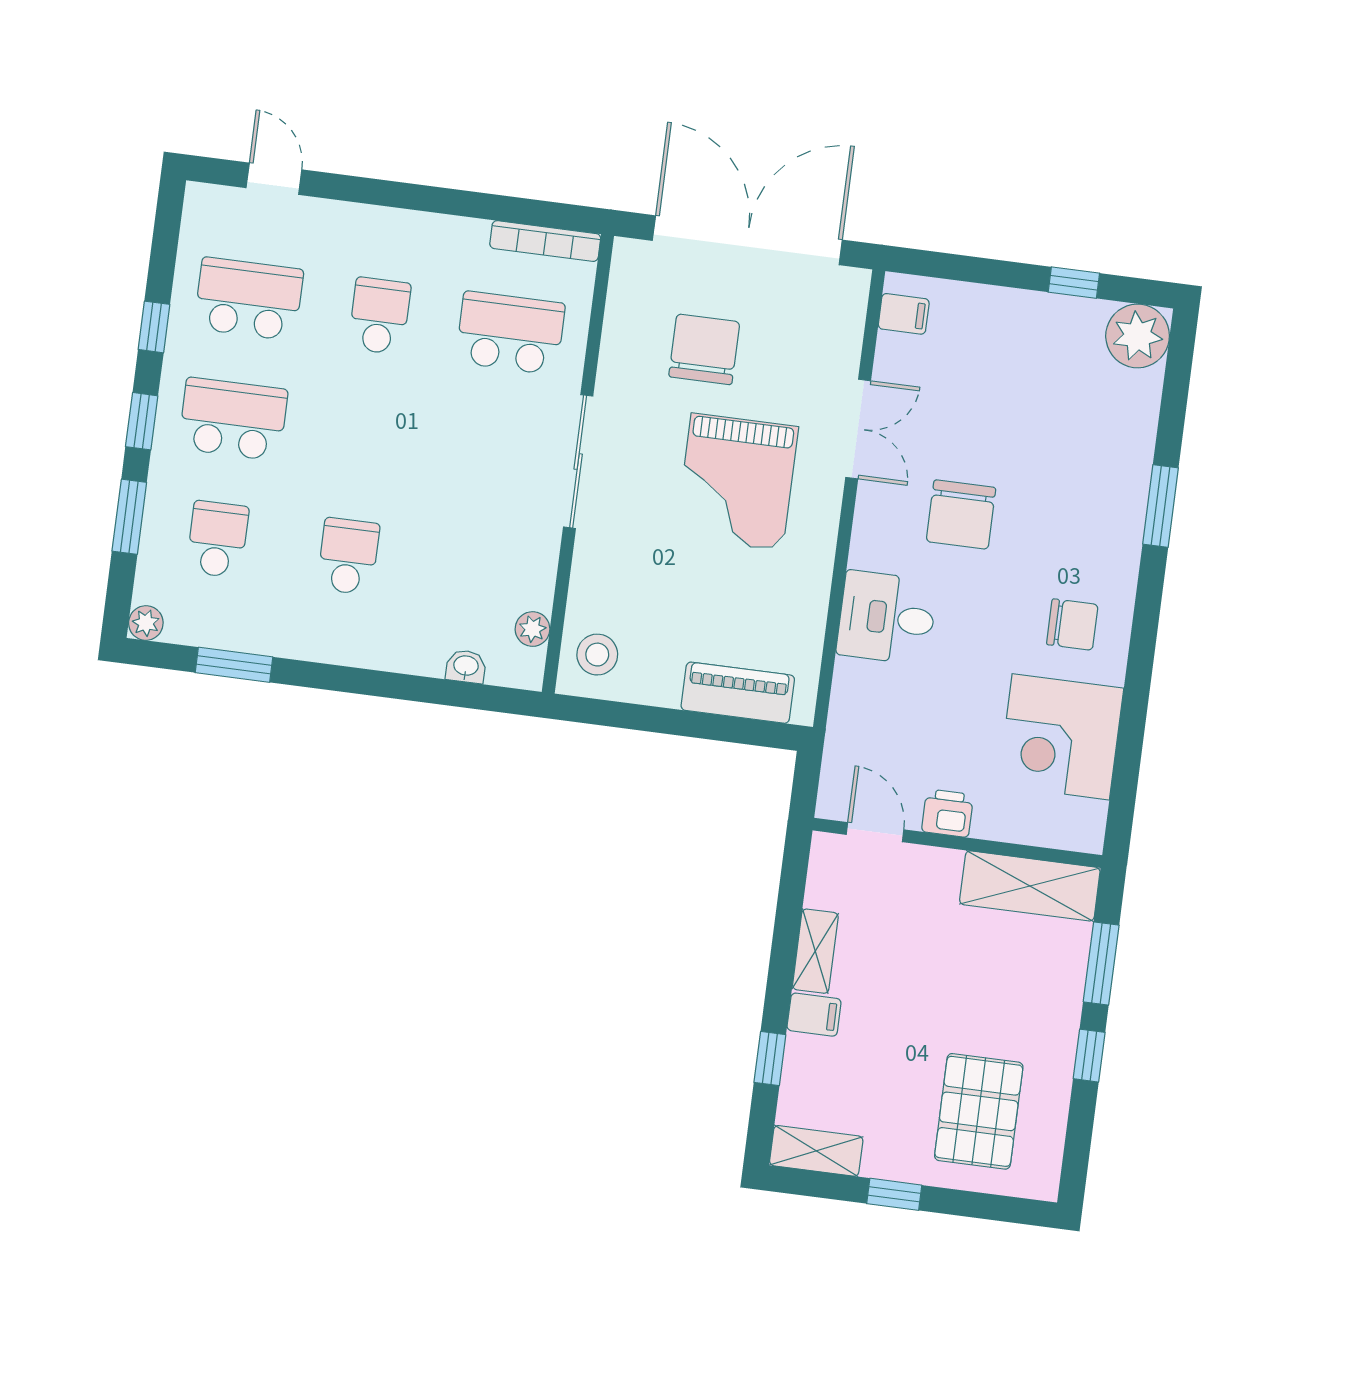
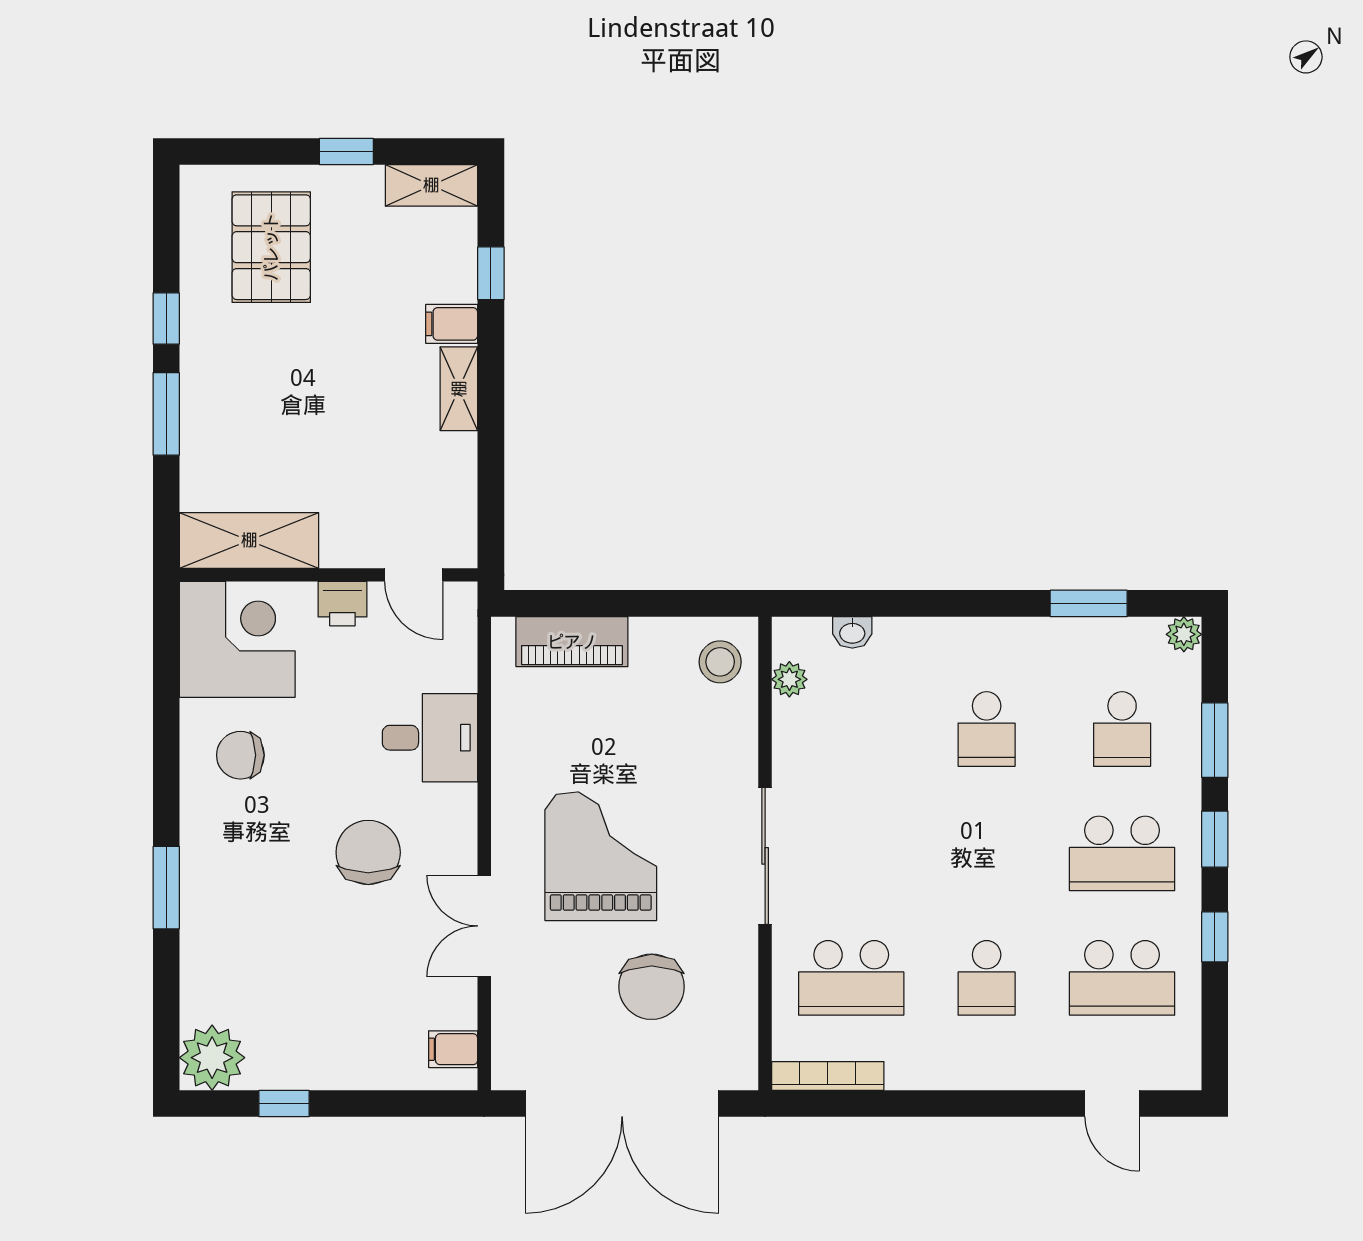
printer: (948, 813) -> (342, 604), moved
door: (875, 832) -> (414, 575), moved
wall: (957, 843) -> (329, 575), moved
shelving: (1030, 886) -> (249, 540), moved

